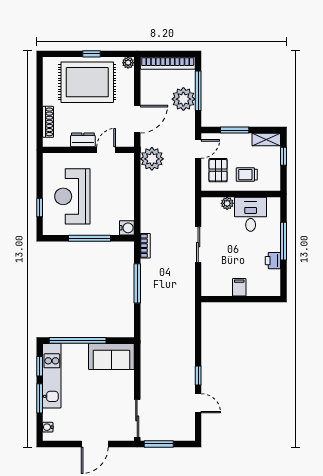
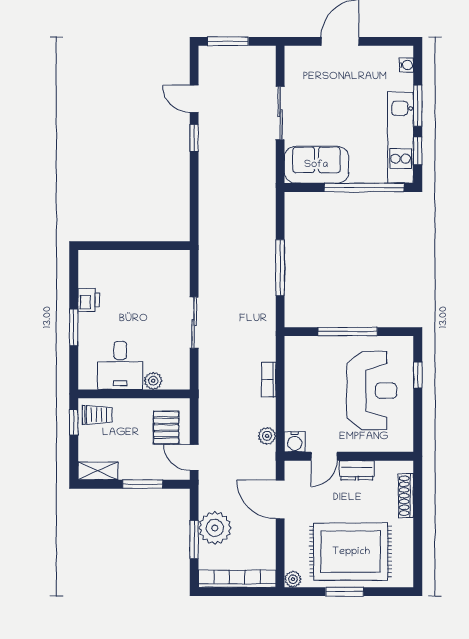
window: (92, 54) -> (345, 592), width x1.50
window: (198, 91) -> (194, 540), width x0.69
door: (137, 119) -> (280, 499), hinge flipped
door: (198, 149) -> (194, 458), hinge flipped
window: (284, 156) -> (74, 422), moved
plant: (152, 159) -> (267, 436), width x0.53, depth x0.53
trolley: (247, 175) -> (97, 415), moved
water cooler: (127, 228) -> (295, 442), moved, turned -90
window: (284, 241) -> (74, 327), width x0.69
bookcase: (145, 246) -> (269, 380), moved
filing cabinet: (239, 287) -> (136, 262), removed
sliding door: (137, 418) -> (280, 113), moved
window: (159, 444) -> (228, 41), moved

